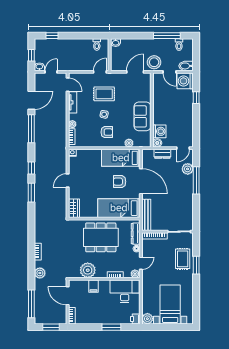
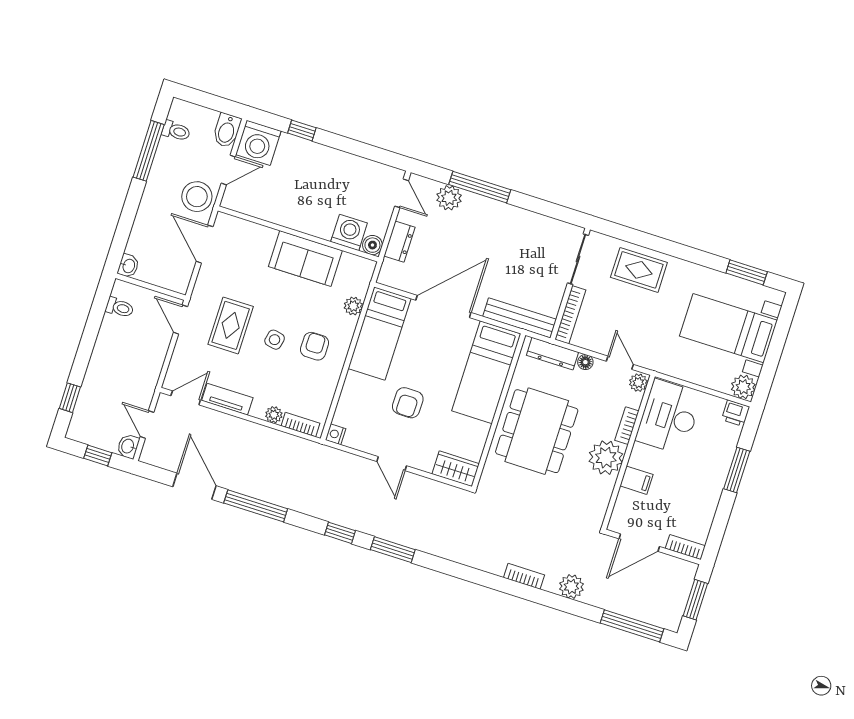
armchair: (120, 182) -> (408, 403), moved
window: (196, 265) -> (747, 272), moved
plant: (88, 270) -> (606, 458), moved

